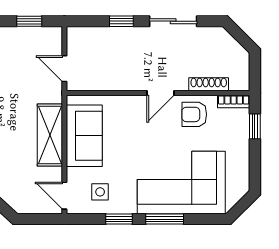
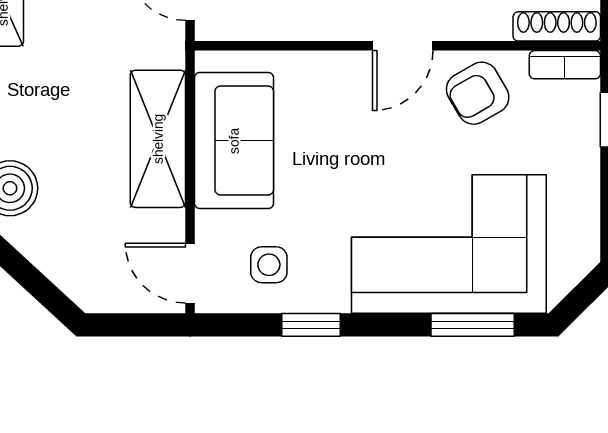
shoe rack: (209, 84) -> (557, 26), moved
armchair: (194, 114) -> (478, 93), turned -30
window: (165, 219) -> (473, 325), moved

